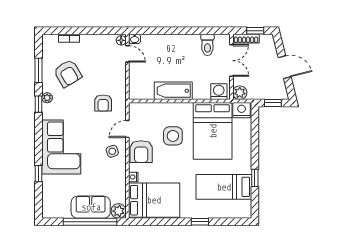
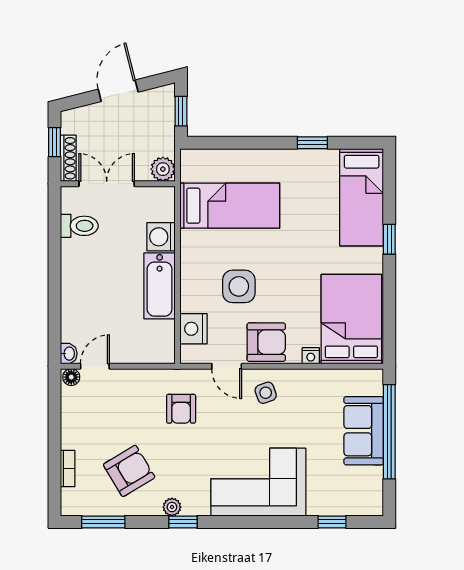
window: (39, 70) -> (103, 522), moved
washing machine: (219, 92) -> (161, 237), moved
armchair: (103, 103) -> (181, 409), turned 90
nightstand: (242, 110) -> (193, 329), moved
bed: (213, 131) -> (230, 206), width x0.67
window: (39, 174) -> (332, 522), moved
bed: (224, 187) -> (362, 197), moved
plant: (119, 211) -> (370, 382), removed

